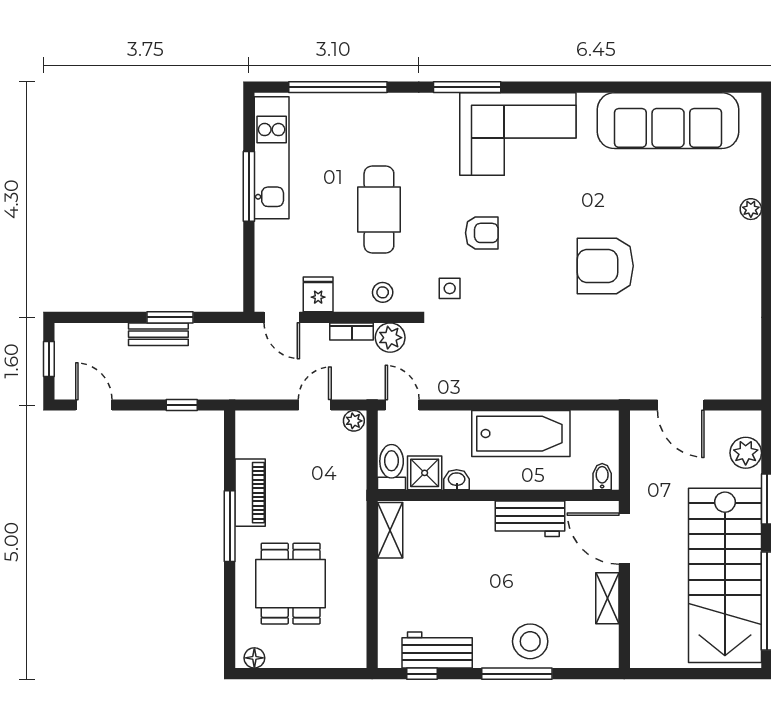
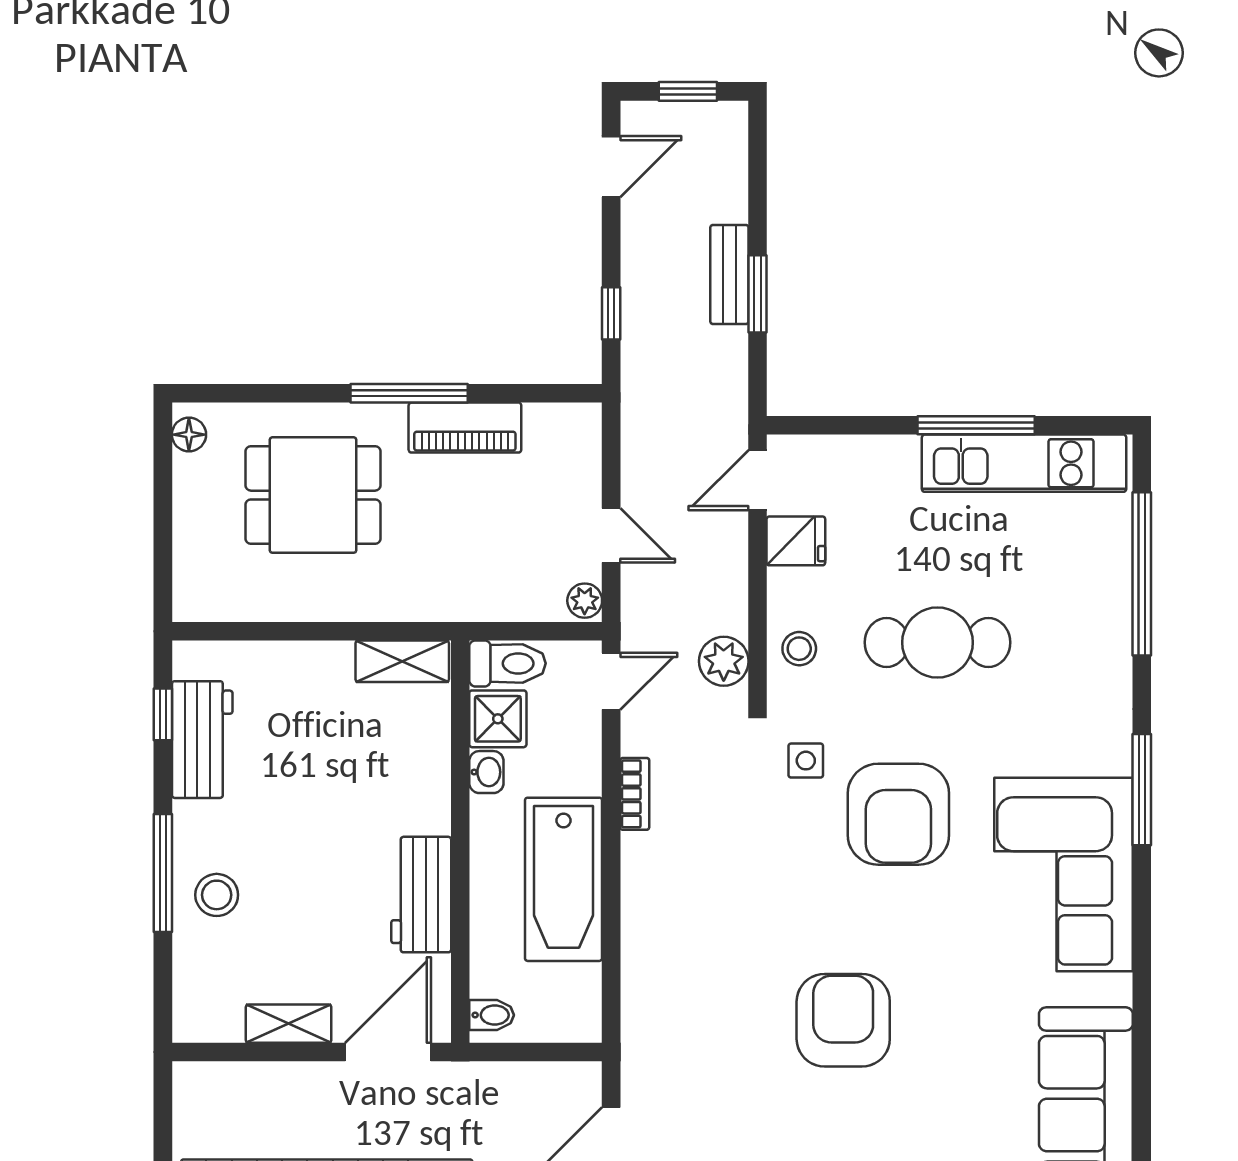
armchair: (482, 233) -> (898, 814), width x1.88, depth x1.88
bookcase: (352, 331) -> (635, 794), moved, turned 180
stool: (530, 641) -> (217, 895), width x0.73, depth x0.73

